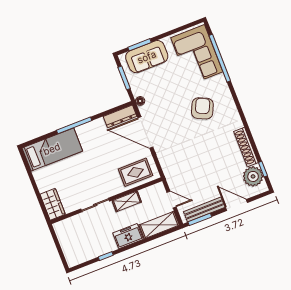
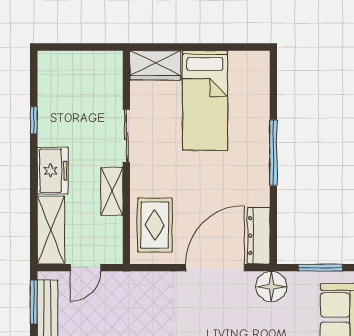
floor lamp: (140, 101) -> (271, 287), width x1.89, depth x1.89
bed: (52, 149) -> (205, 100), moved

